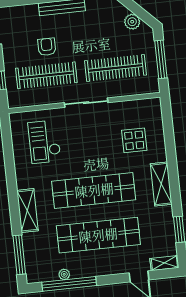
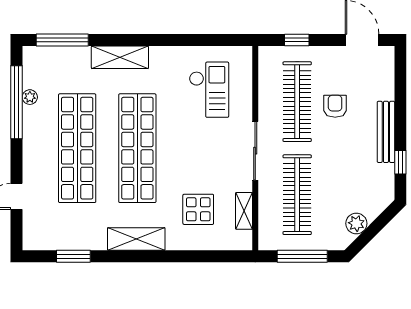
armchair: (47, 47) -> (335, 106), turned -90
checkout: (44, 142) -> (209, 90), turned 90
shelving: (164, 263) -> (244, 211), moved

